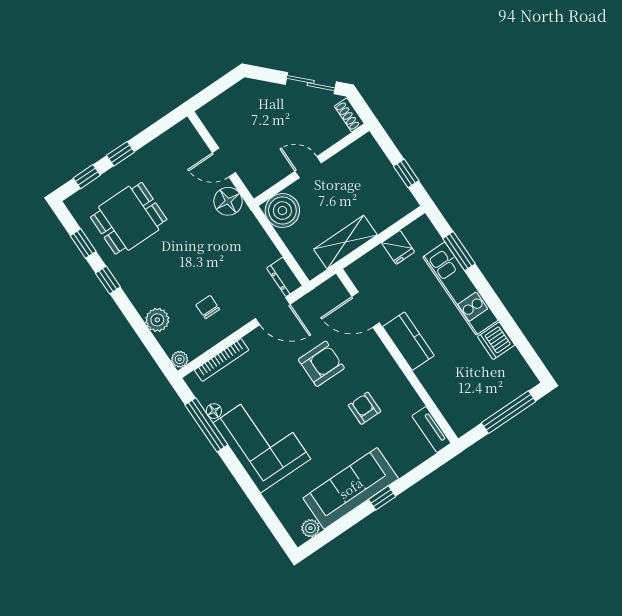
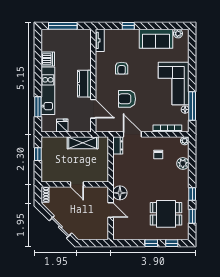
sliding door: (311, 83) -> (60, 227), moved
boiler: (282, 211) -> (100, 174), removed
sofa: (351, 488) -> (156, 39), width x0.73
window: (382, 498) -> (128, 26), moved

